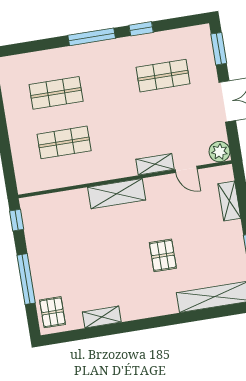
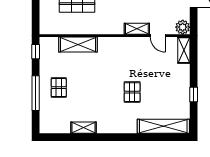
shelving: (117, 194) -> (78, 45), moved
shelving: (229, 201) -> (184, 50), moved
pallet: (53, 312) -> (59, 88), moved

